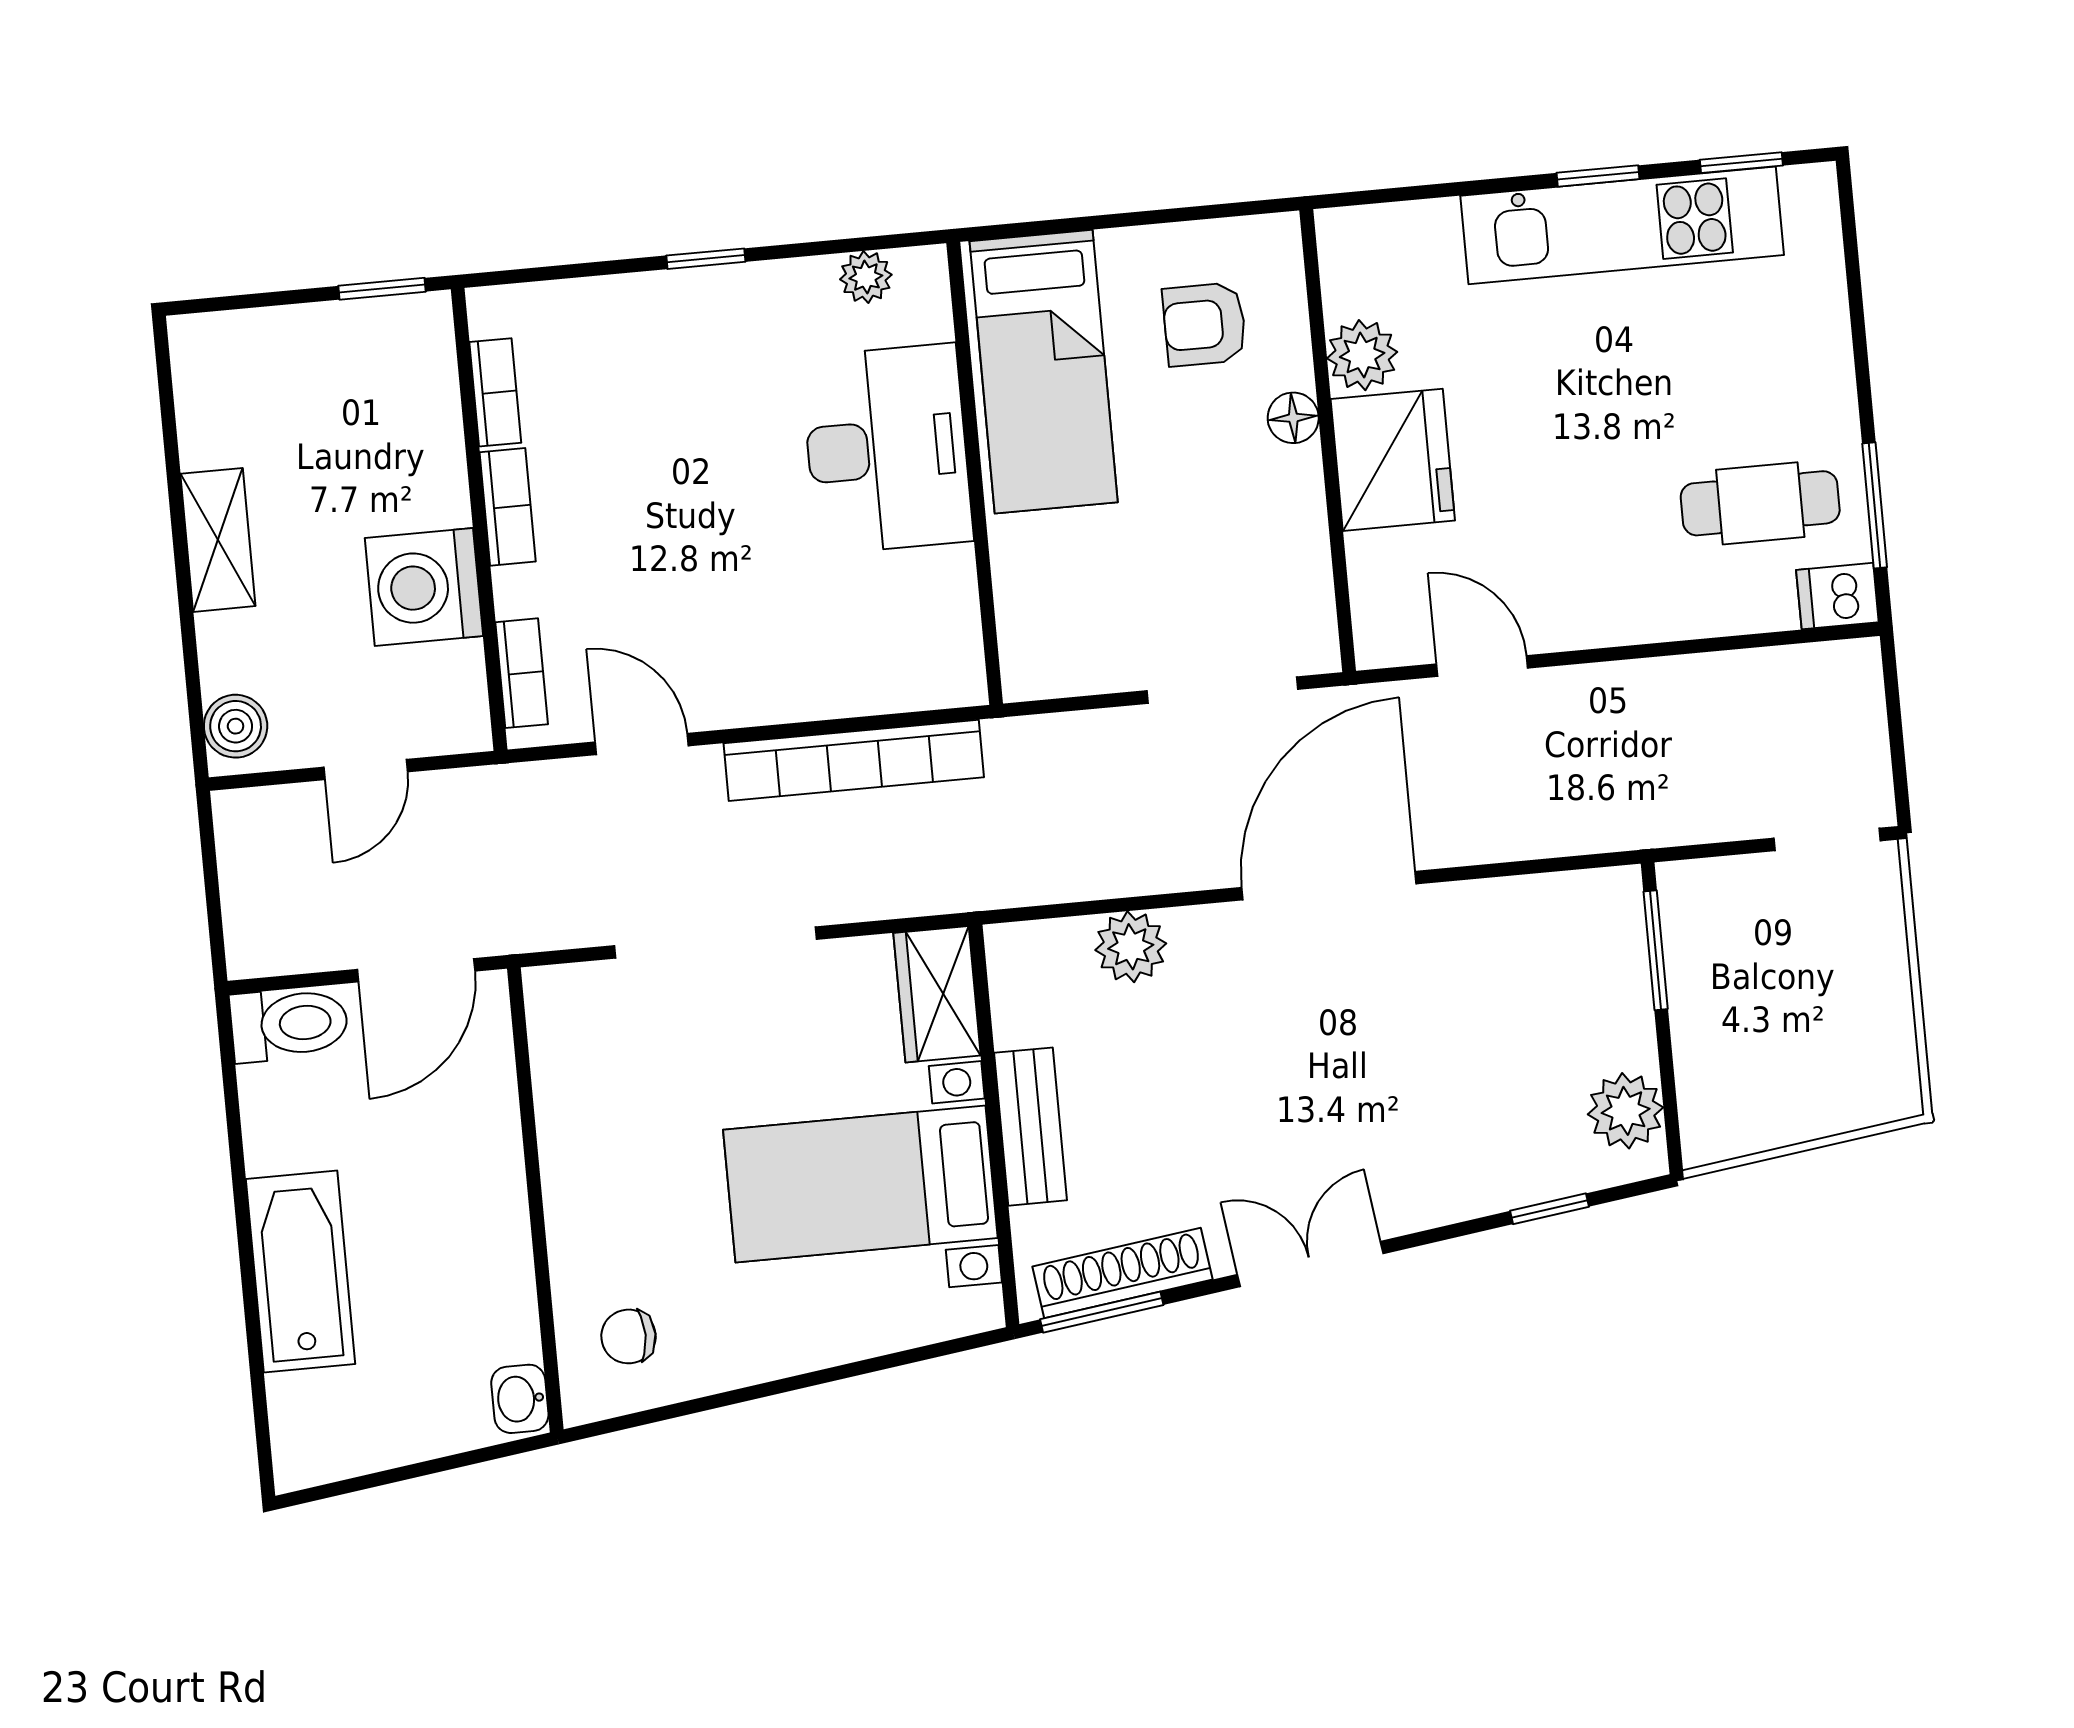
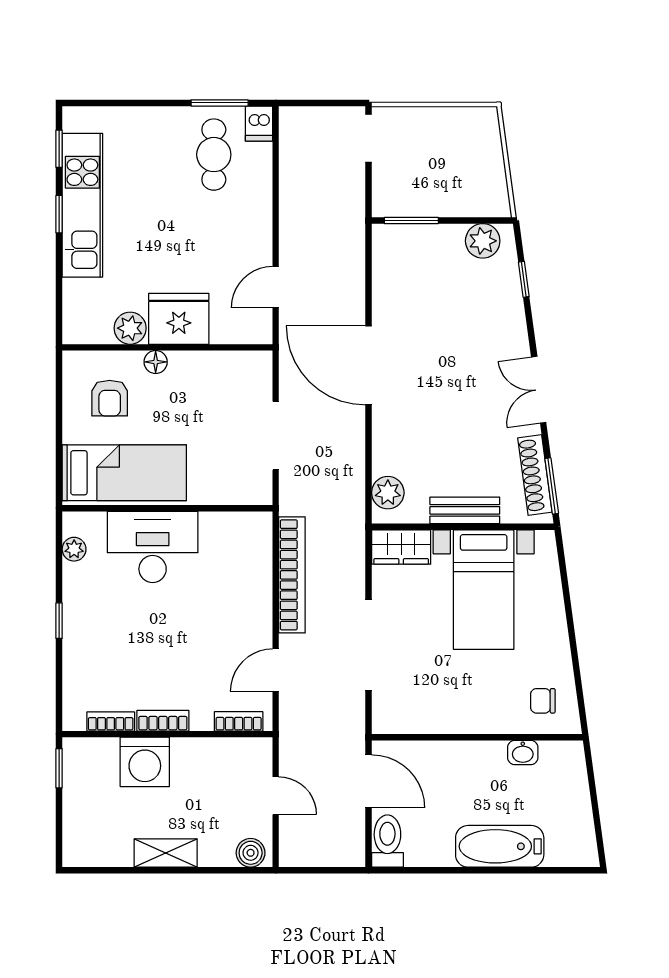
washing machine: (424, 587) -> (145, 762), moved
doorway: (1223, 690) -> (276, 436), moved
plant: (1131, 947) -> (388, 493), moved
chair: (629, 1336) -> (543, 701), turned 90
washbasin: (520, 1399) -> (523, 753), moved

